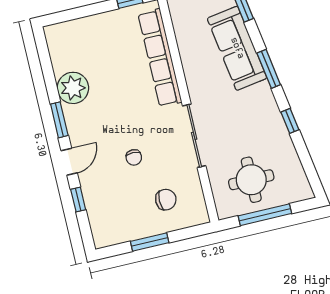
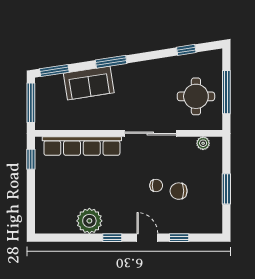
sofa: (237, 48) -> (89, 83), width x0.73
window: (59, 120) -> (112, 238), width x0.67
window: (290, 121) -> (186, 50), moved
chair: (166, 200) -> (179, 191), moved, turned -90
plant: (197, 201) -> (203, 143), added

